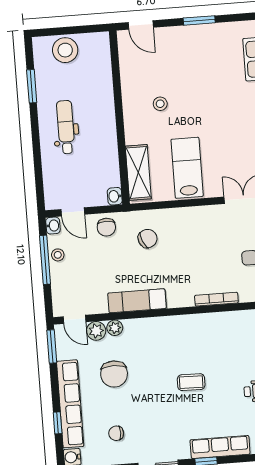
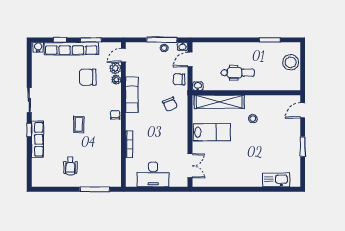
dental chair: (66, 127) -> (238, 73), moved
shelving: (138, 172) -> (219, 102), width x1.47
window: (52, 346) -> (91, 40), moved
chair: (116, 433) -> (115, 115), moved

